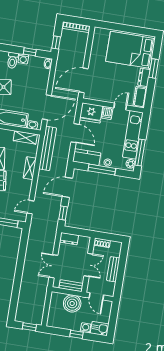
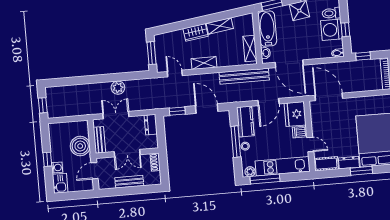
washing machine: (23, 59) -> (332, 30), width x1.89, depth x1.89
shelving: (30, 168) -> (204, 63), moved
plant: (30, 259) -> (118, 88), added

